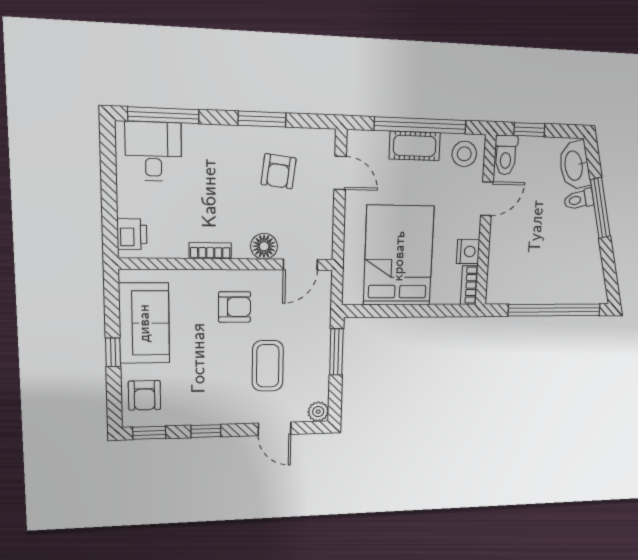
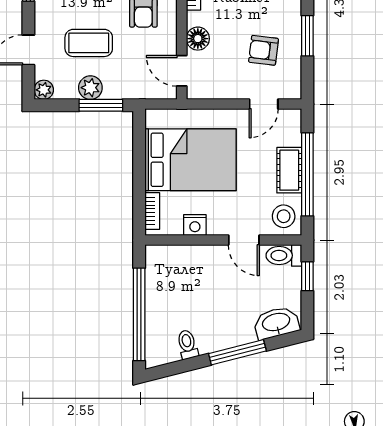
toilet: (579, 200) -> (187, 344), moved
bookcase: (469, 285) -> (152, 211), moved, turned 90
plant: (317, 363) -> (90, 88), added

